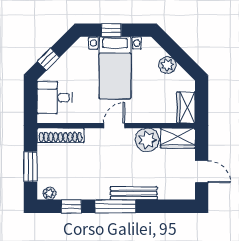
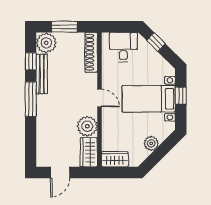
plant: (49, 193) -> (46, 43), width x1.88, depth x1.88
bench: (134, 193) -> (42, 74), moved

